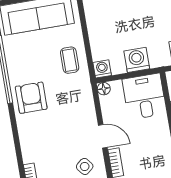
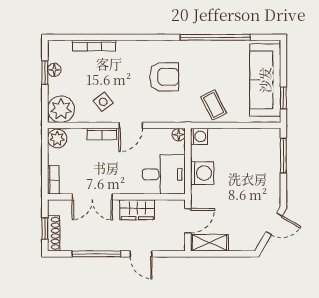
coffee table: (70, 60) -> (214, 105), turned 63
armchair: (31, 98) -> (164, 77), moved

